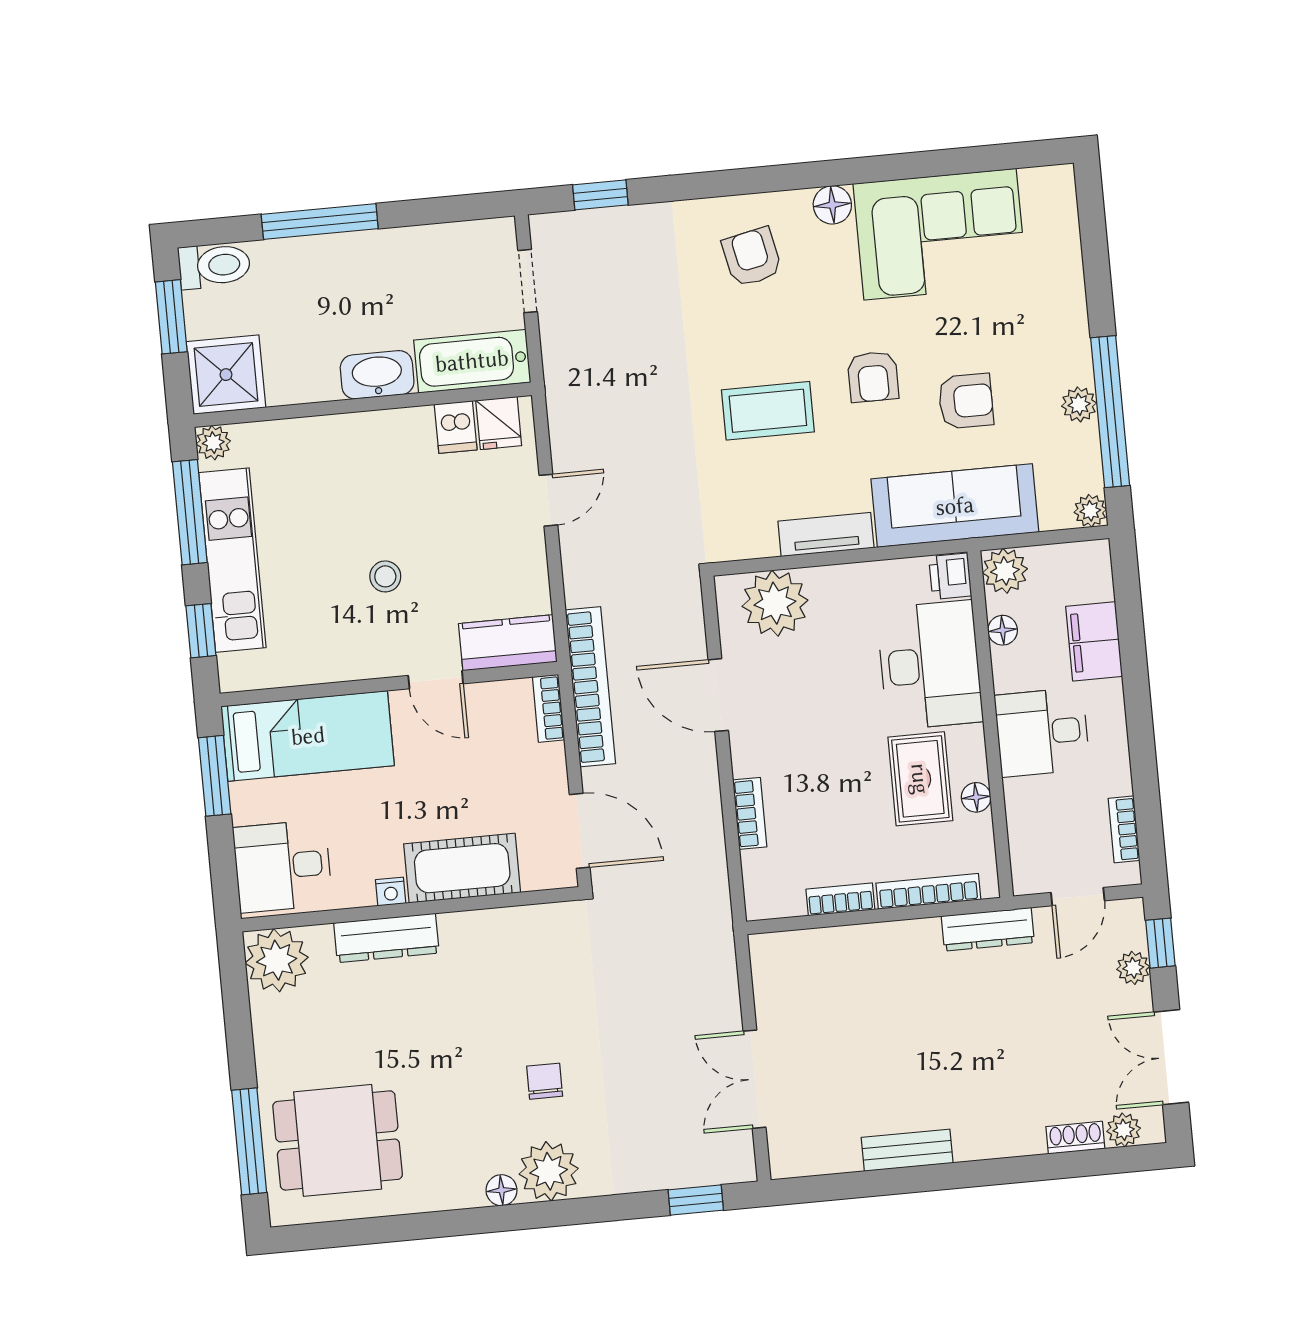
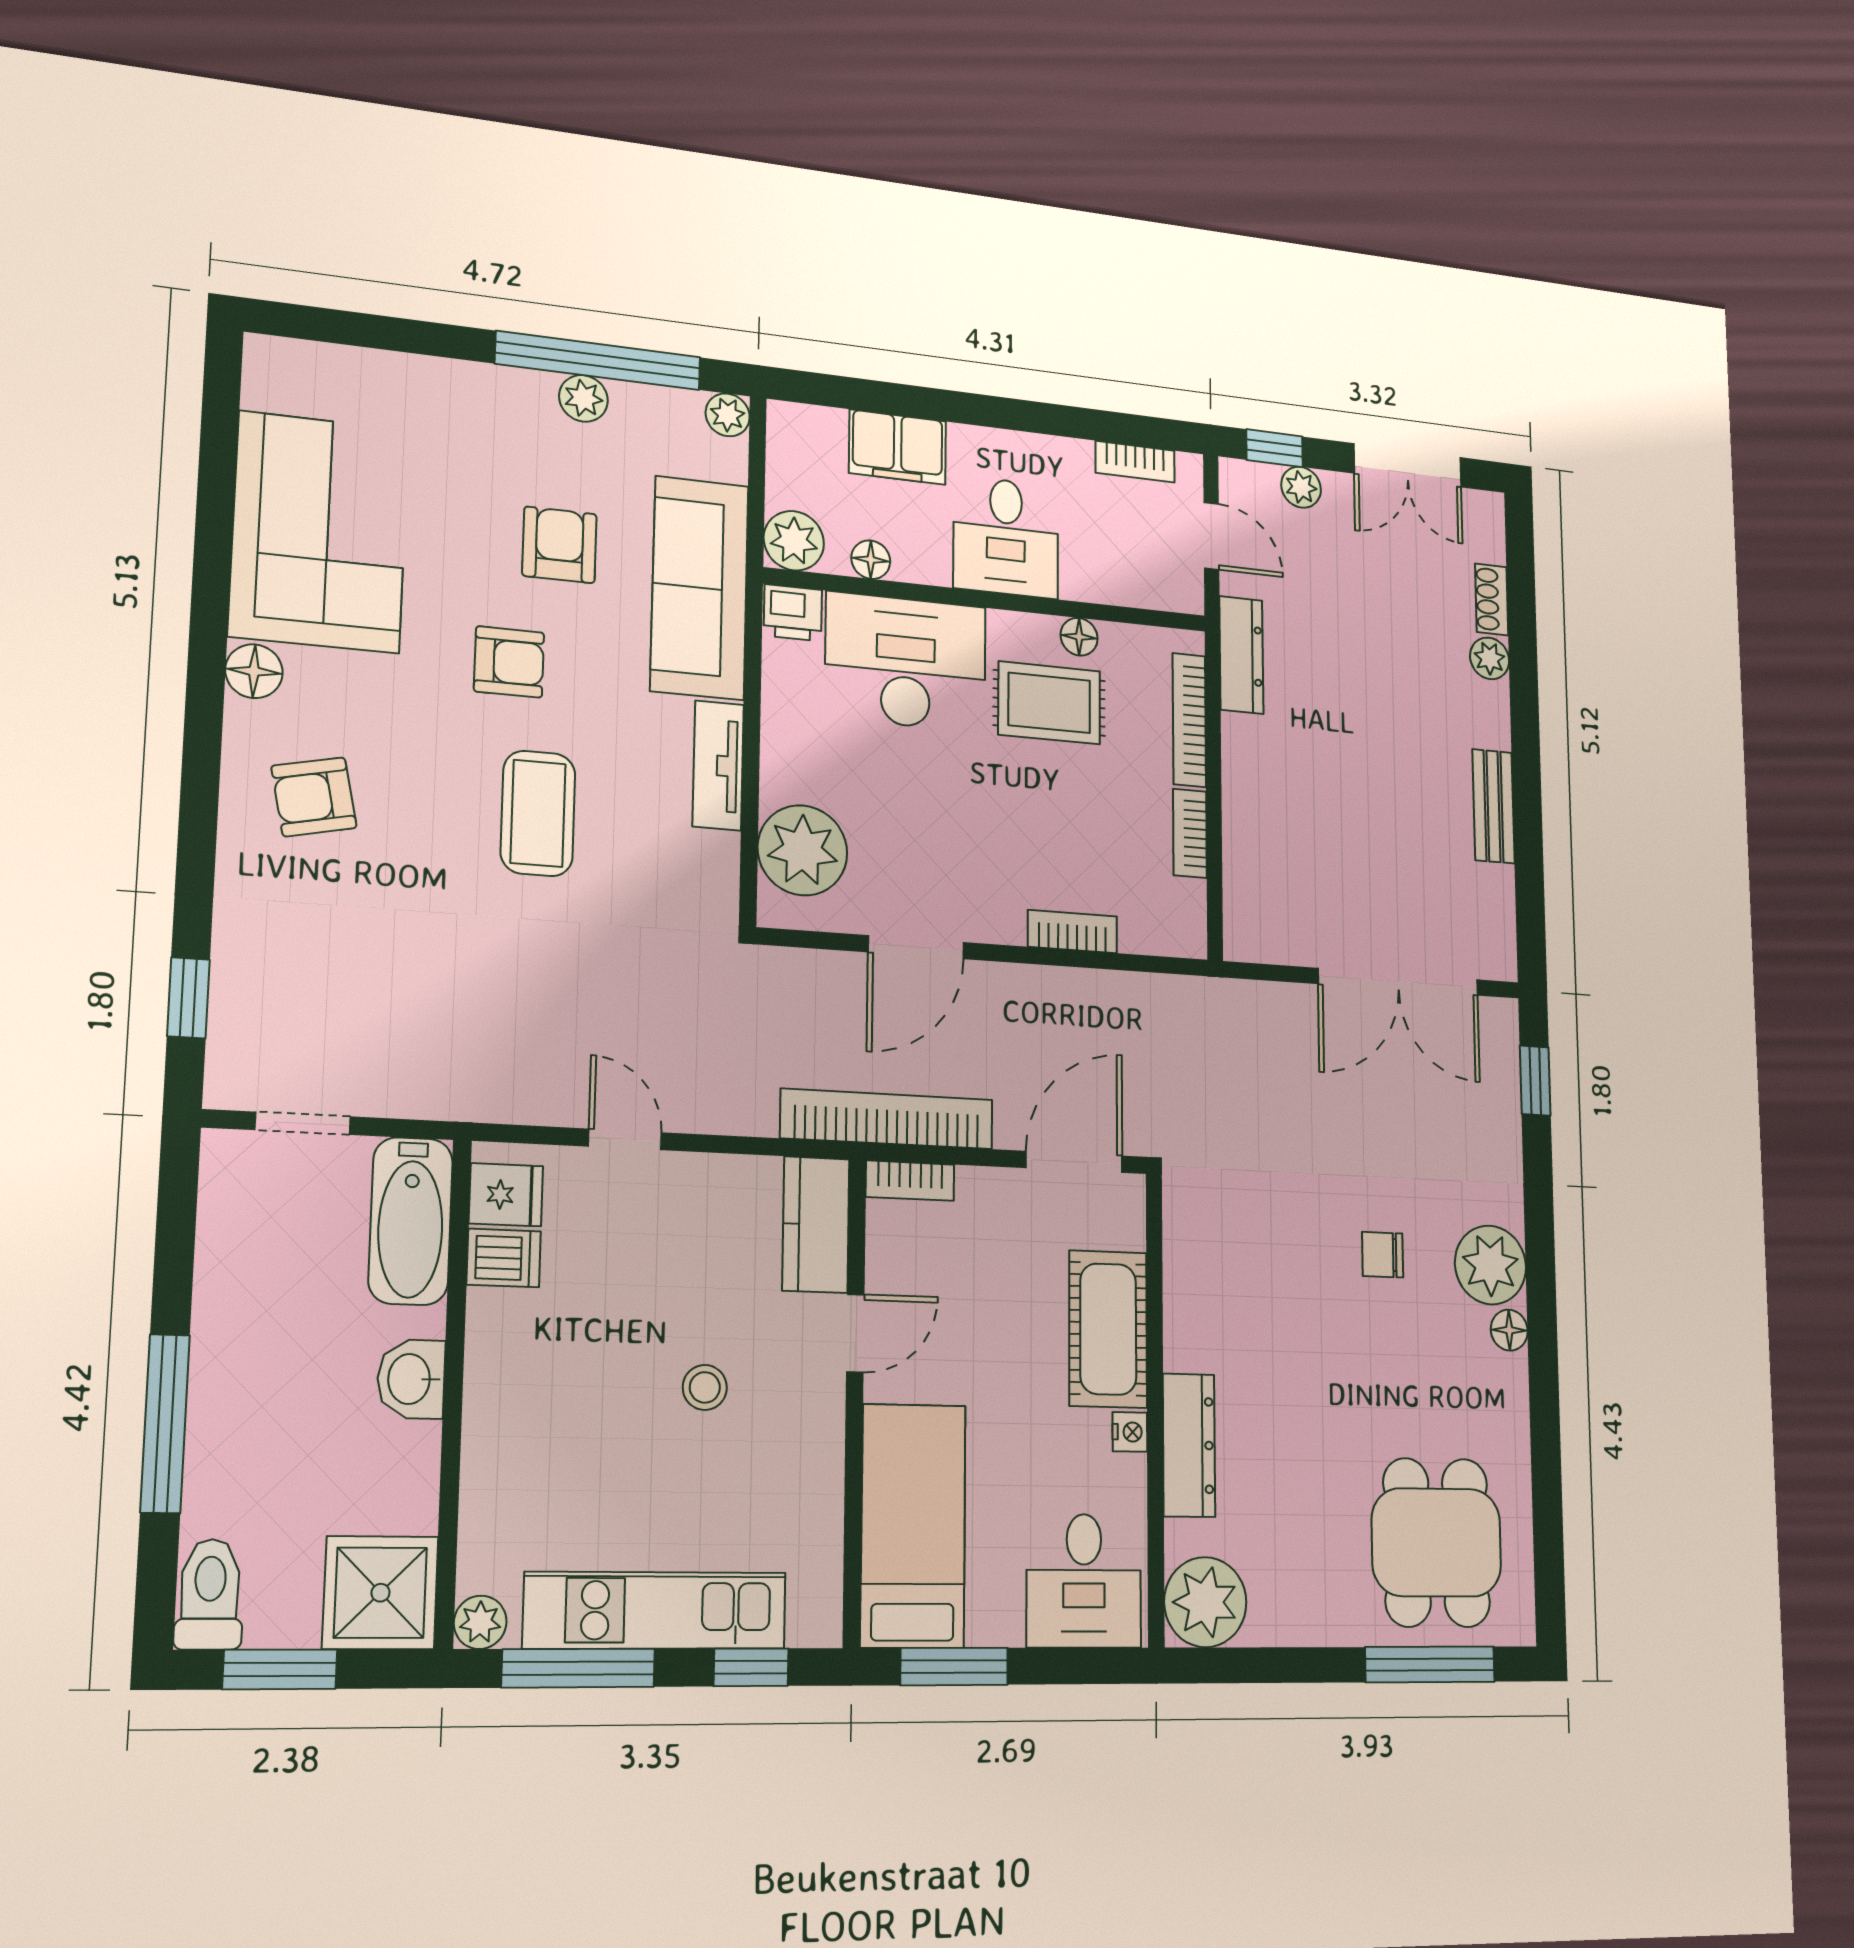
washbasin: (377, 375) -> (411, 1379), width x0.72
double door: (755, 1079) -> (1398, 982), width x1.37
plant: (1124, 1130) -> (1490, 658), moved

